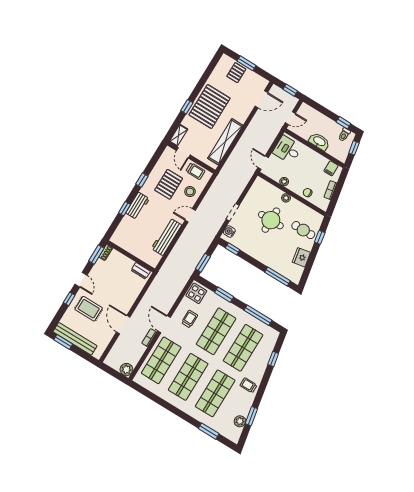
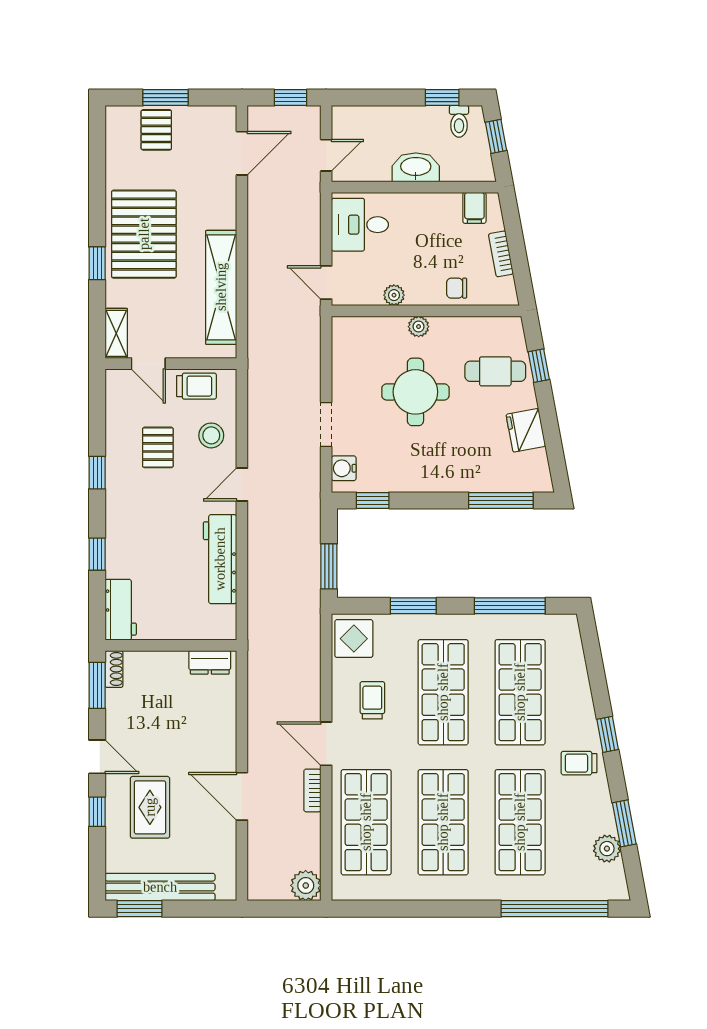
pallet: (169, 184) -> (158, 447), width x0.67, depth x0.71
workbench: (138, 206) -> (121, 610), moved
rug: (89, 309) -> (150, 807), turned 90
window: (273, 359) -> (608, 734), moved
window: (209, 431) -> (555, 909), width x2.11

